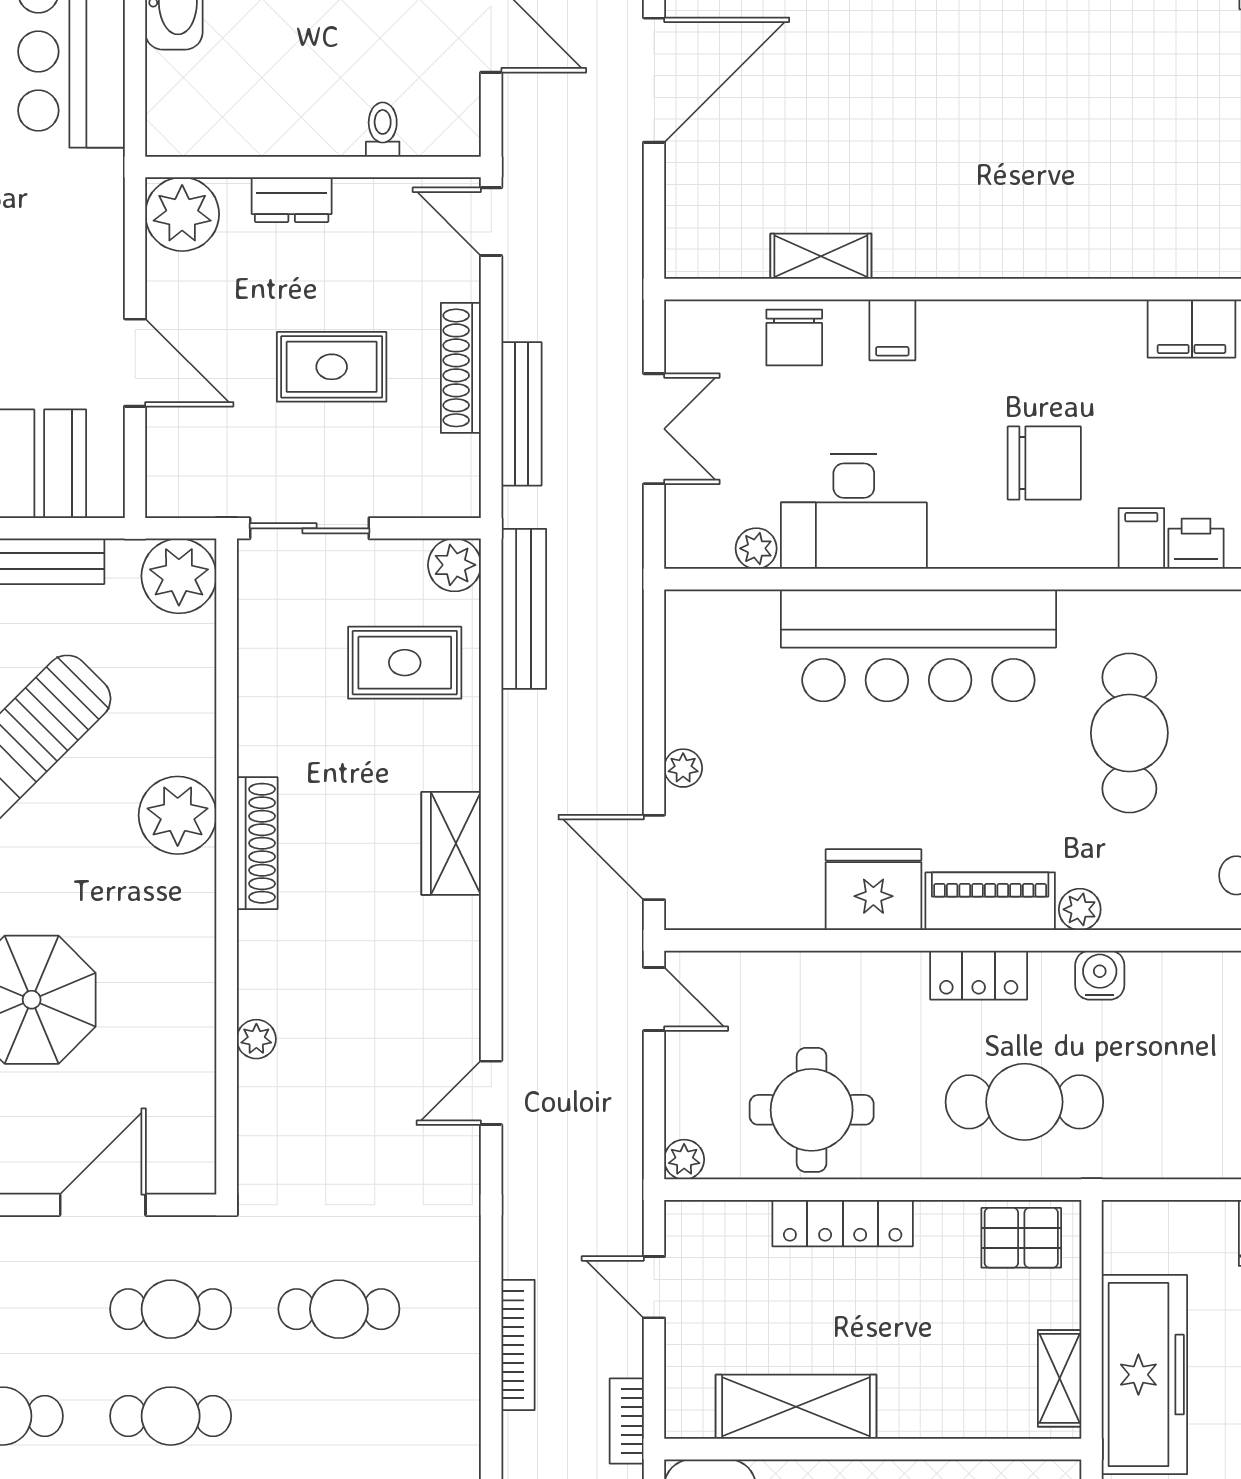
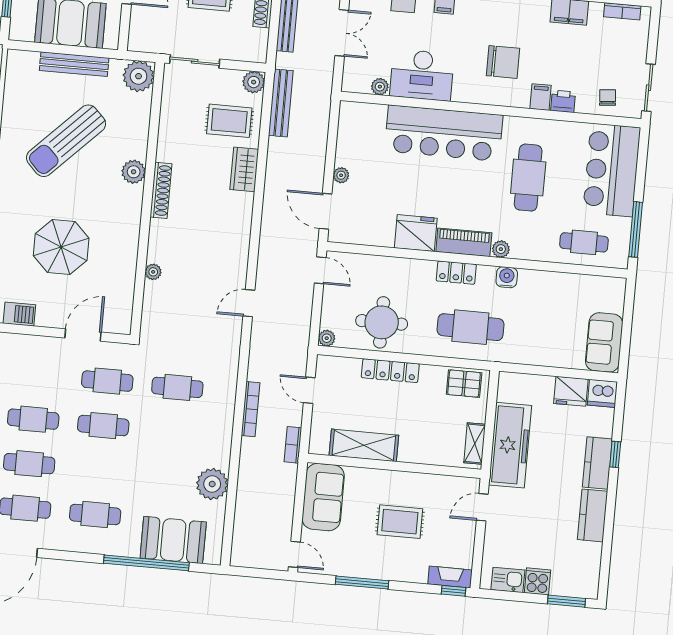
plant: (178, 815) -> (134, 172), width x0.73, depth x0.73
wardrobe: (451, 843) -> (244, 169), moved

